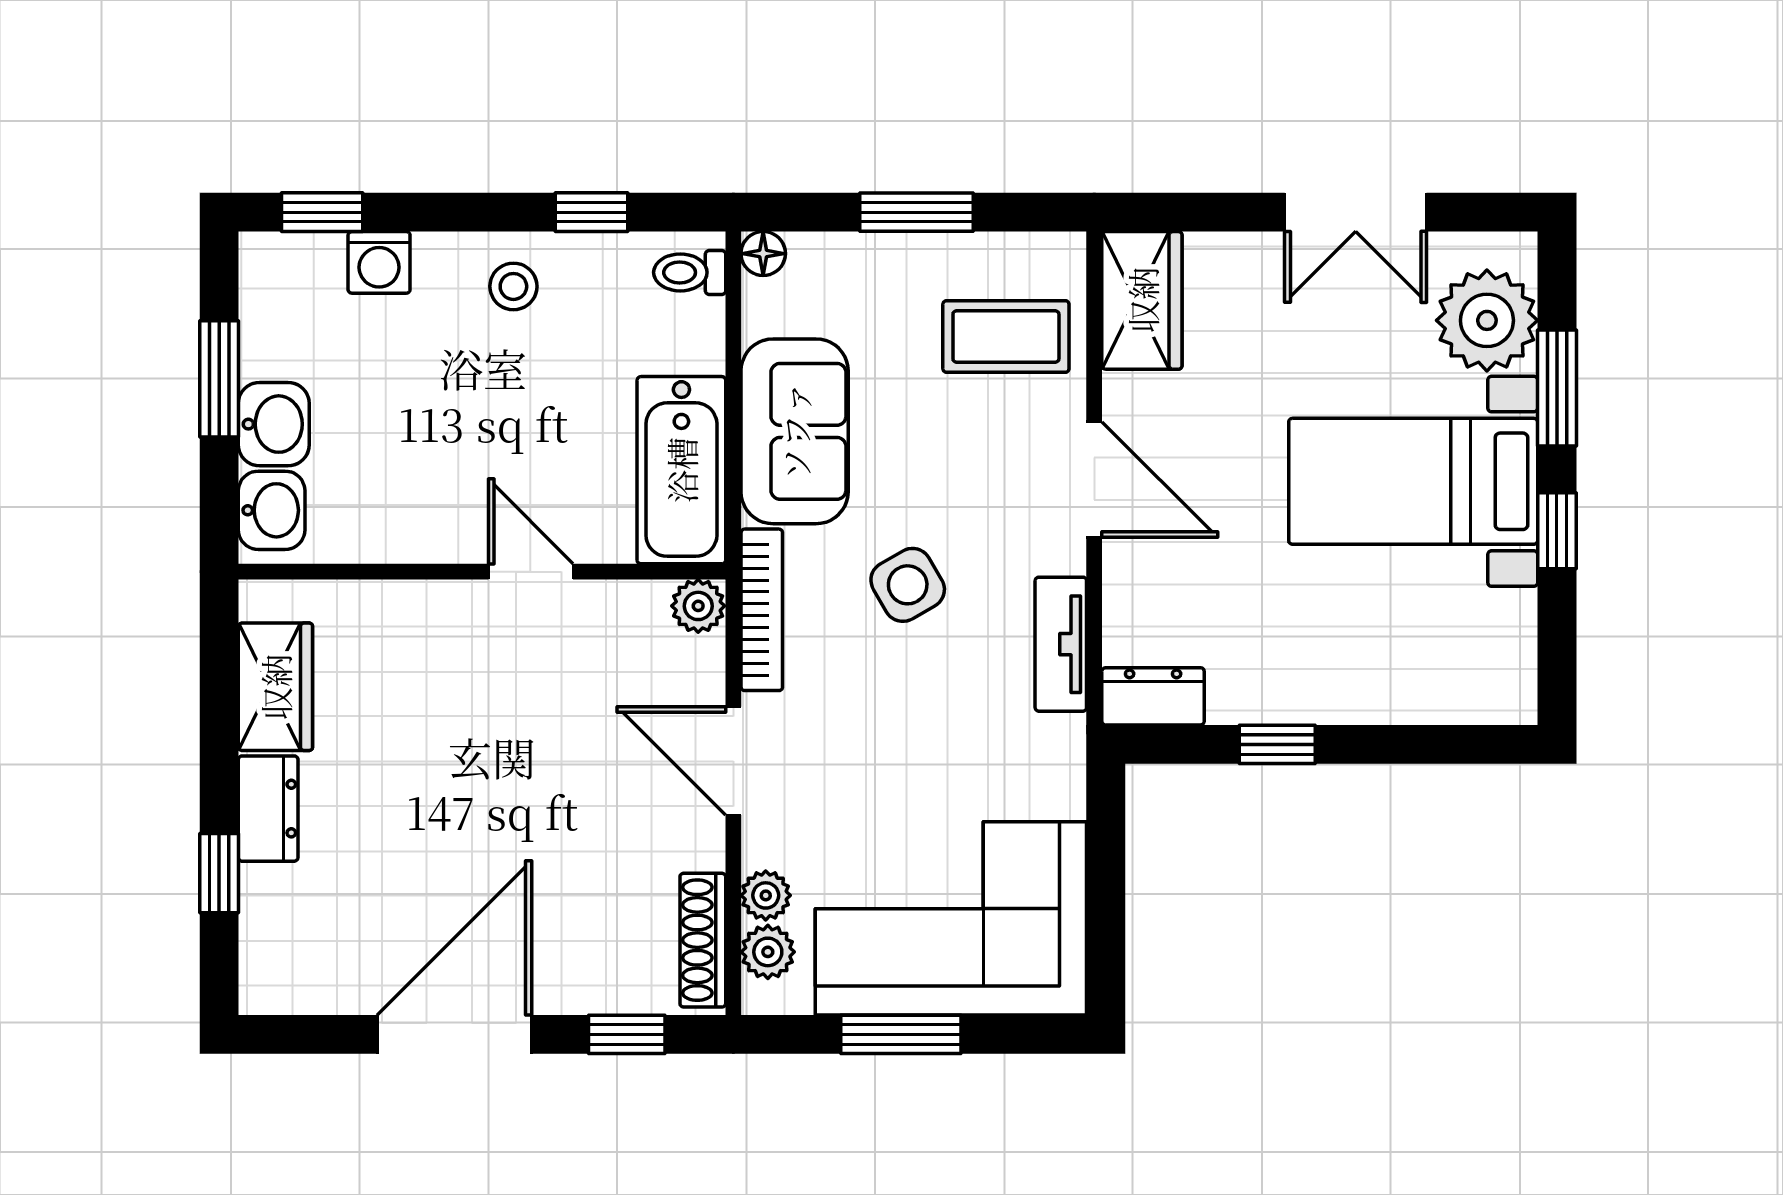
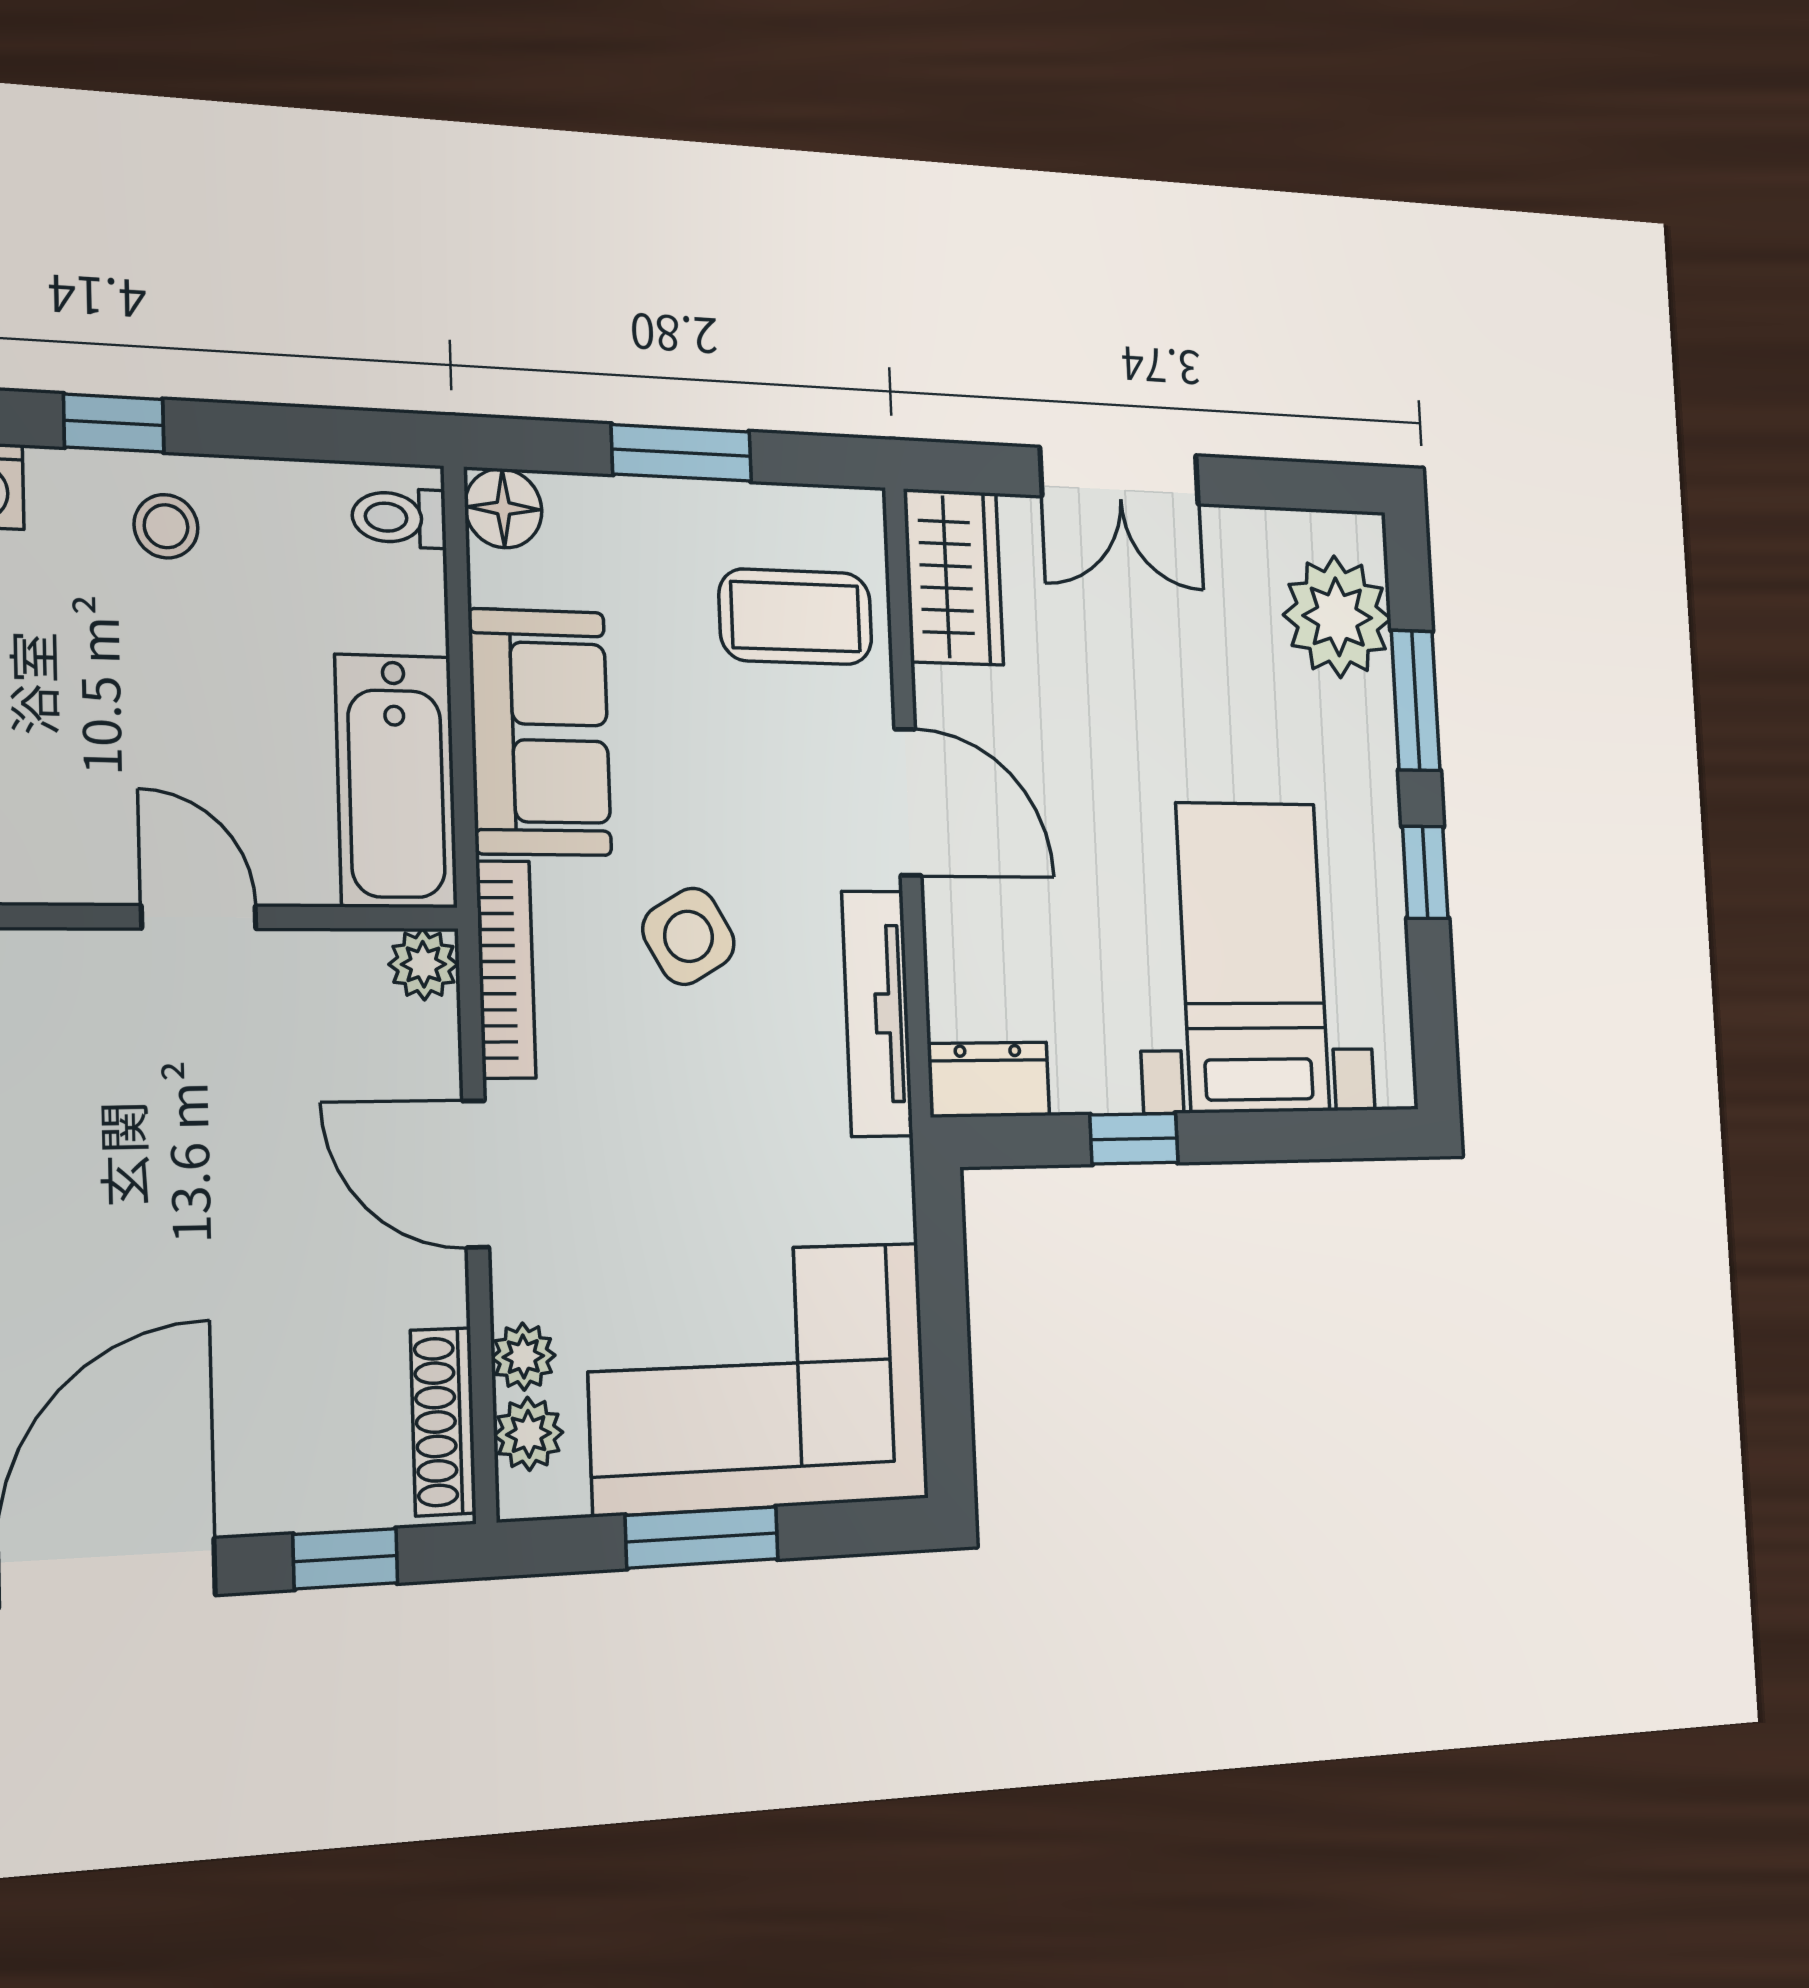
window: (592, 212) -> (114, 423), moved
double door: (1356, 212) -> (1120, 476), moved
floor lamp: (763, 254) -> (503, 508), width x1.37, depth x1.37
bed with nightstands: (1413, 481) -> (1253, 957), moved, turned 90
tv unit: (1061, 644) -> (877, 1013), width x1.41

